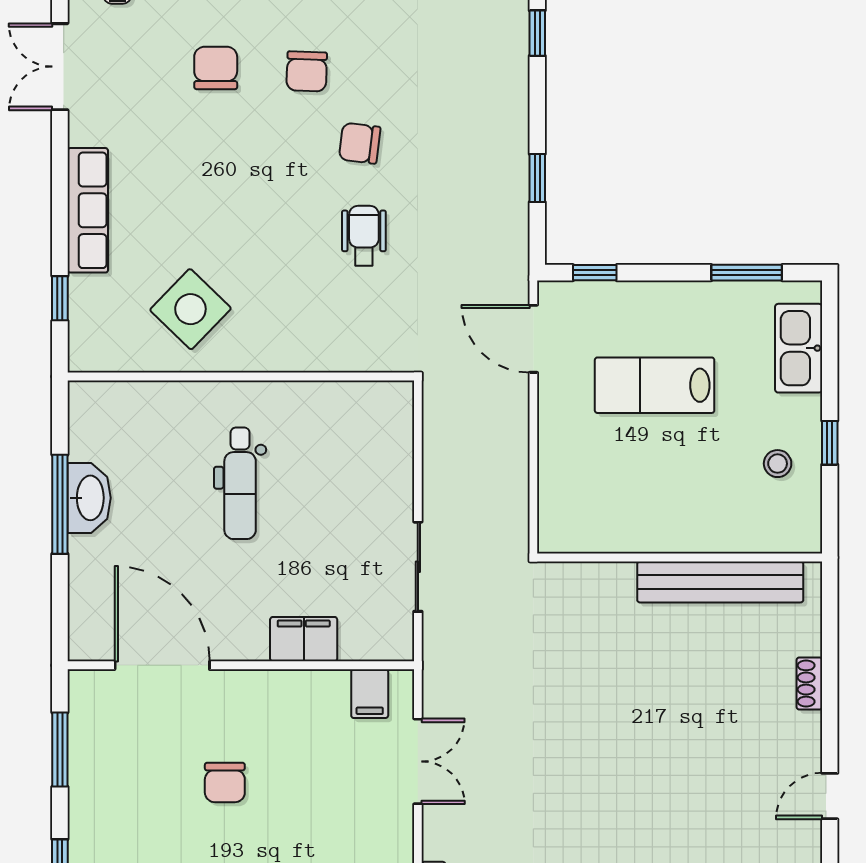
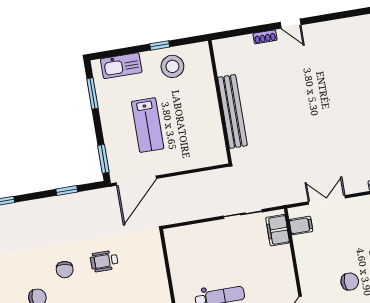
window: (595, 273) -> (103, 159), width x1.50
door: (533, 339) -> (136, 181), width x1.36
stool: (778, 464) -> (172, 66), width x1.89, depth x1.89
bench: (720, 582) -> (232, 111), moved
filing cabinet: (304, 639) -> (278, 230), moved
door: (830, 796) -> (291, 24), moved

